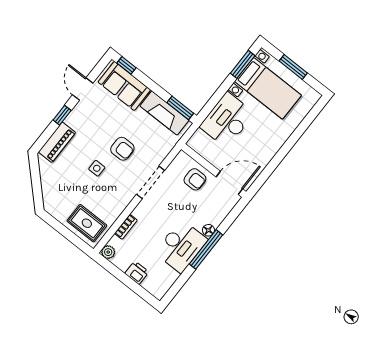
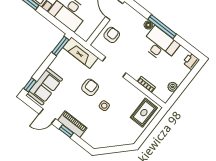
fireplace: (164, 113) -> (81, 53), moved, turned 90
piano: (57, 142) -> (72, 124), moved
plant: (108, 252) -> (173, 87), moved
printer: (137, 273) -> (191, 61), moved

